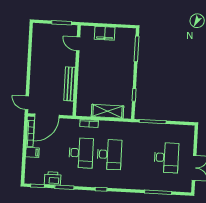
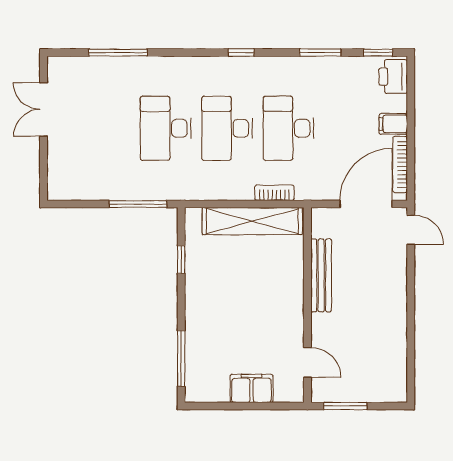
shelving: (107, 111) -> (252, 221), width x1.47
desk: (166, 158) -> (166, 128), moved
printer: (53, 178) -> (393, 77), moved, turned 90

